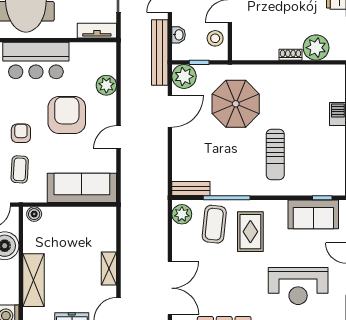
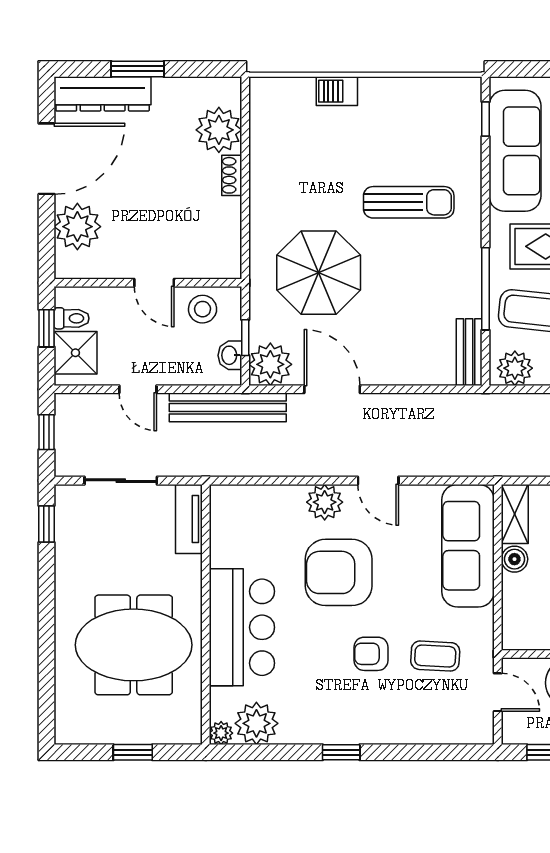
washbasin: (179, 35) -> (230, 355), moved, turned -90
plant: (106, 85) -> (325, 502), moved
boiler: (34, 214) -> (514, 559), moved
shelving: (100, 214) -> (515, 514), added
sofa: (313, 214) -> (515, 151), width x1.36

